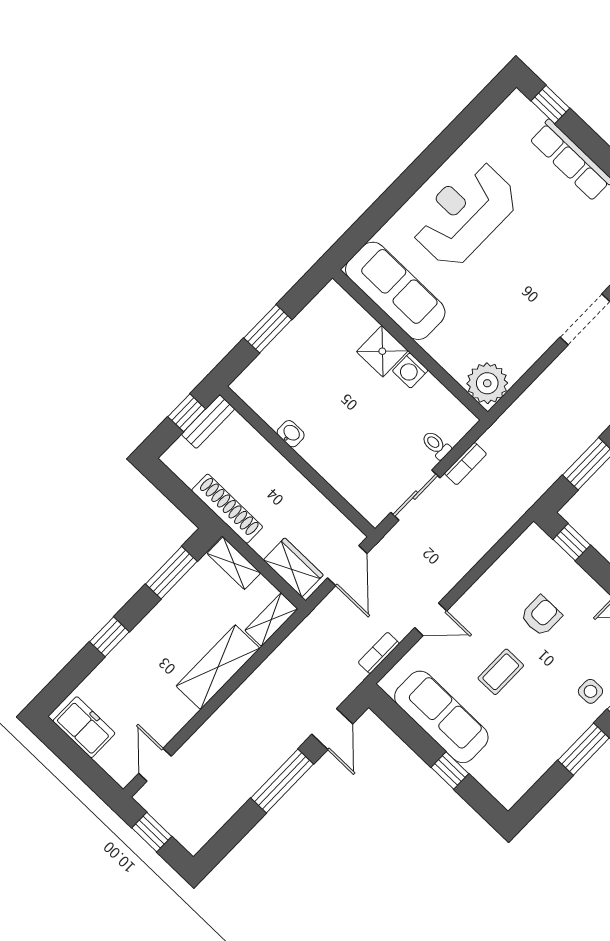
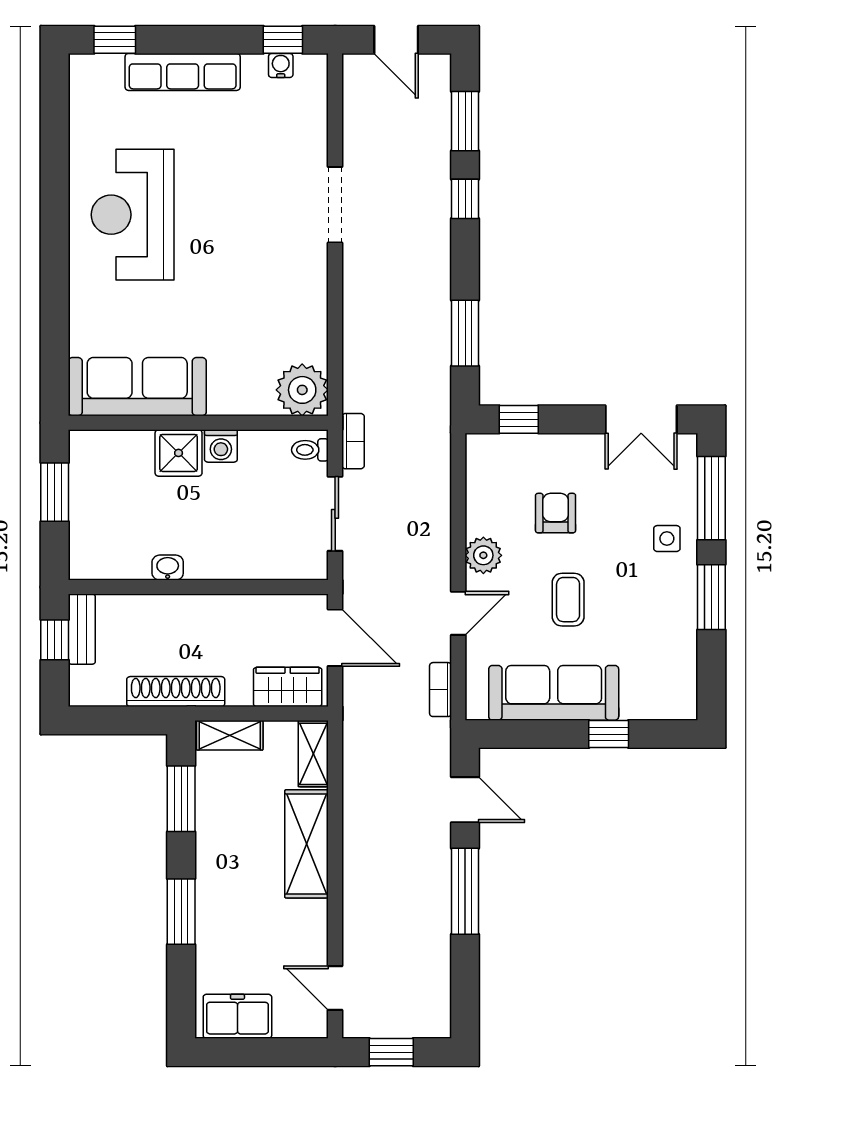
sofa: (395, 291) -> (137, 387), moved
wall: (410, 345) -> (198, 423), moved
shower: (382, 351) -> (179, 453), moved
washing machine: (410, 370) -> (221, 446), moved
plant: (487, 383) -> (302, 390), moved
plant: (477, 600) -> (483, 555), added
window: (109, 637) -> (181, 912), width x1.50

